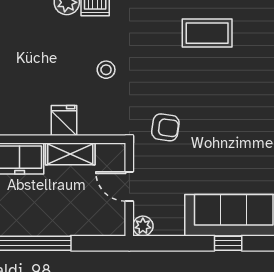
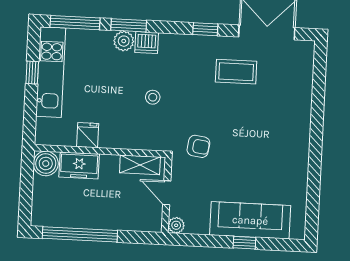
fridge: (64, 120) -> (88, 135), moved
shelving: (70, 154) -> (140, 165), moved

